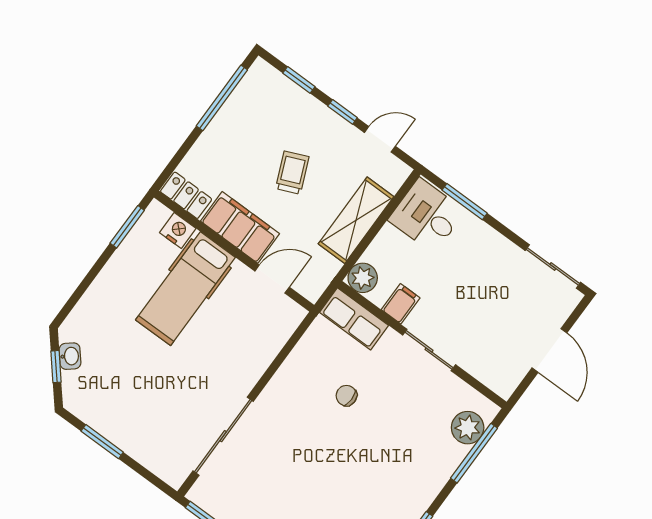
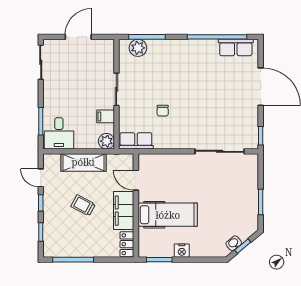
trolley: (292, 173) -> (83, 205), turned 51
nightstand: (178, 230) -> (182, 251), moved, turned -90
row of seats: (354, 319) -> (136, 141), moved, turned -90

